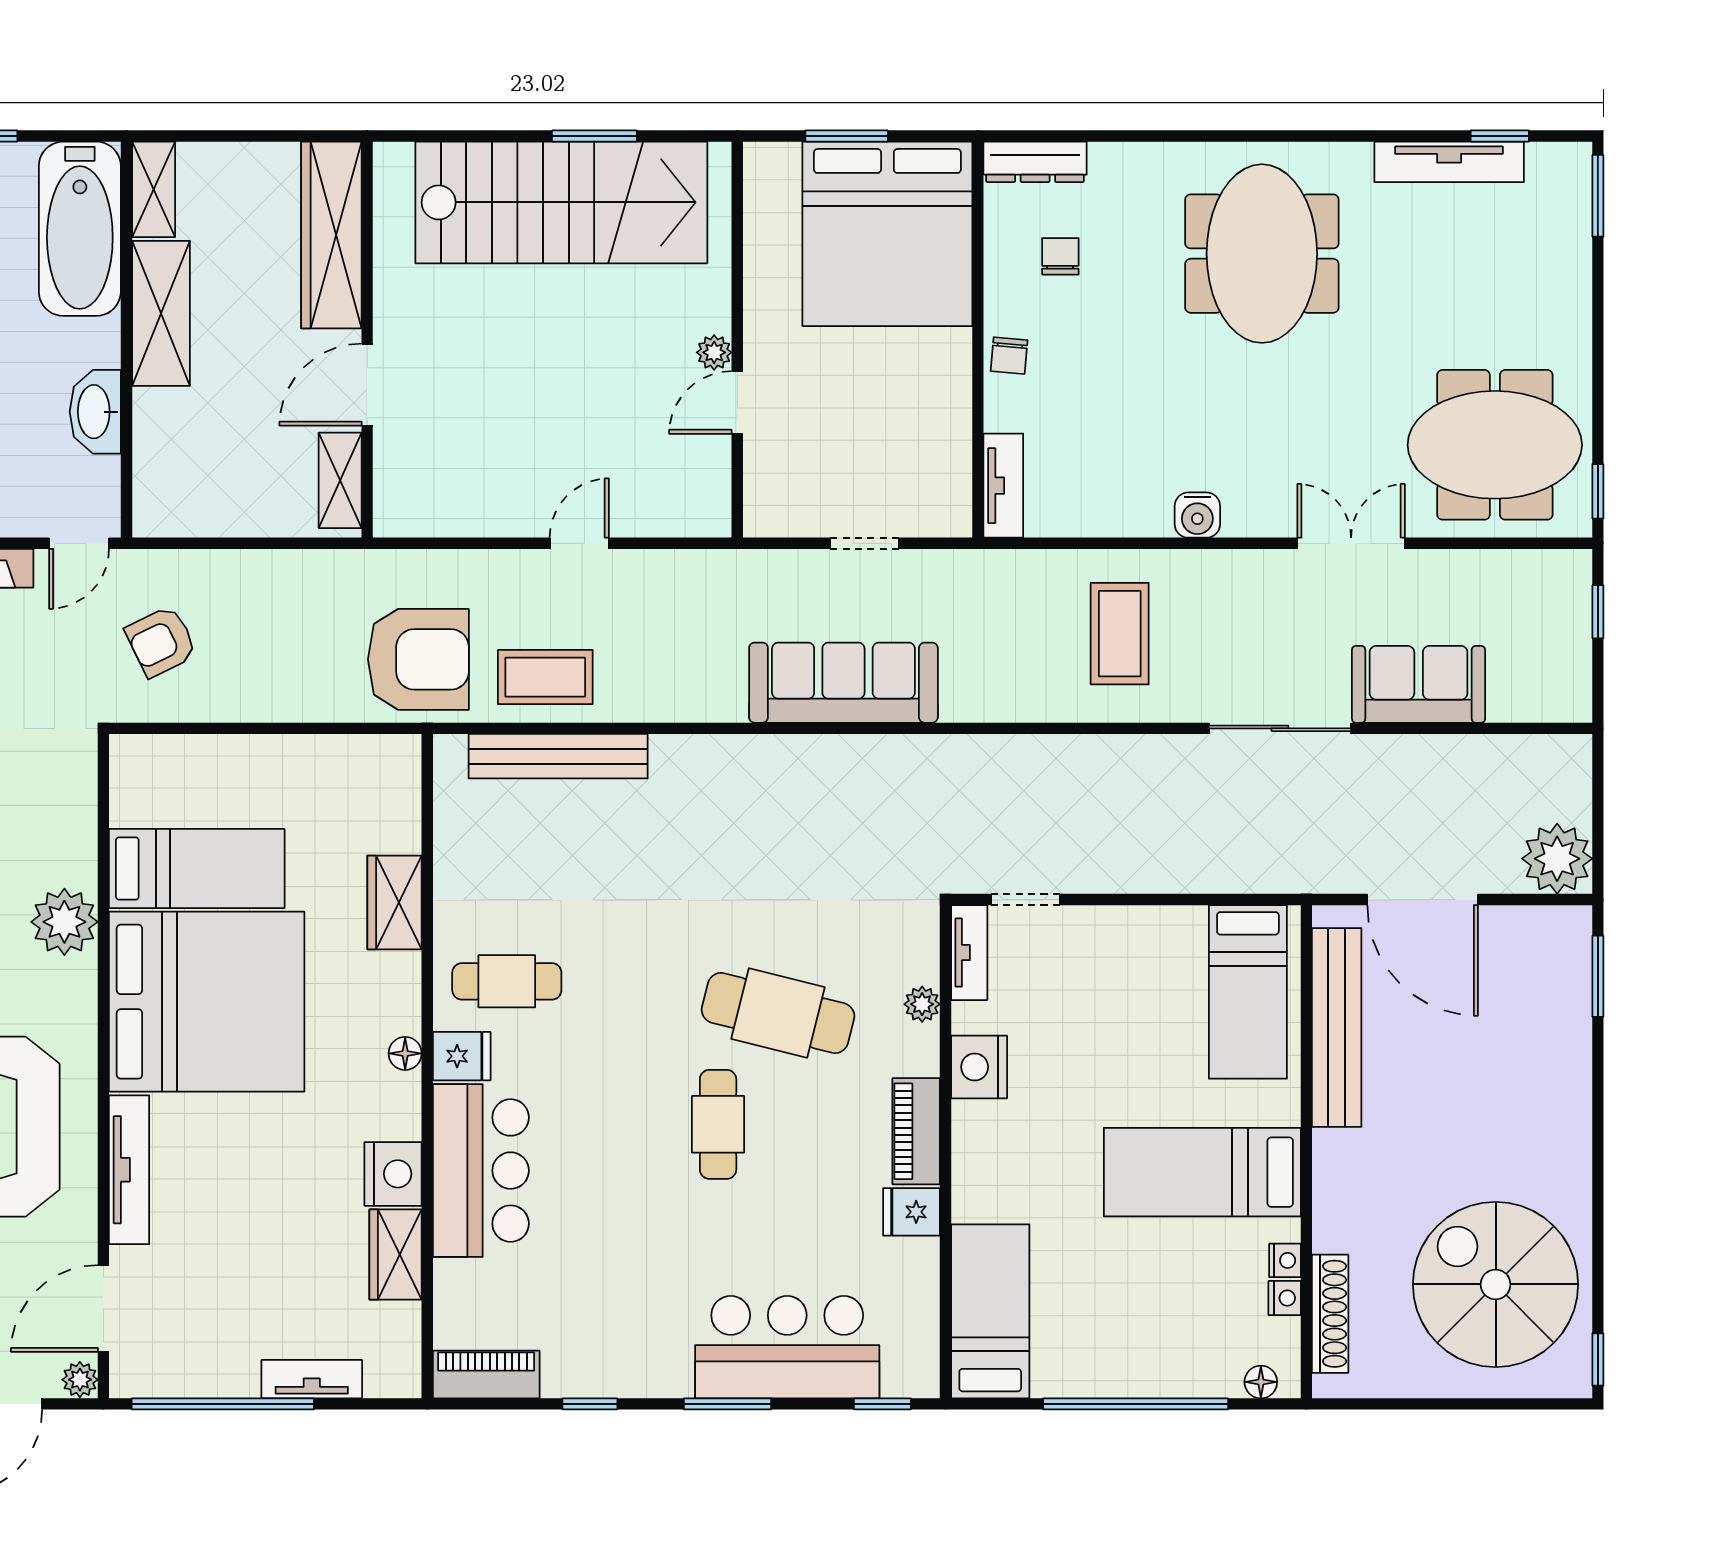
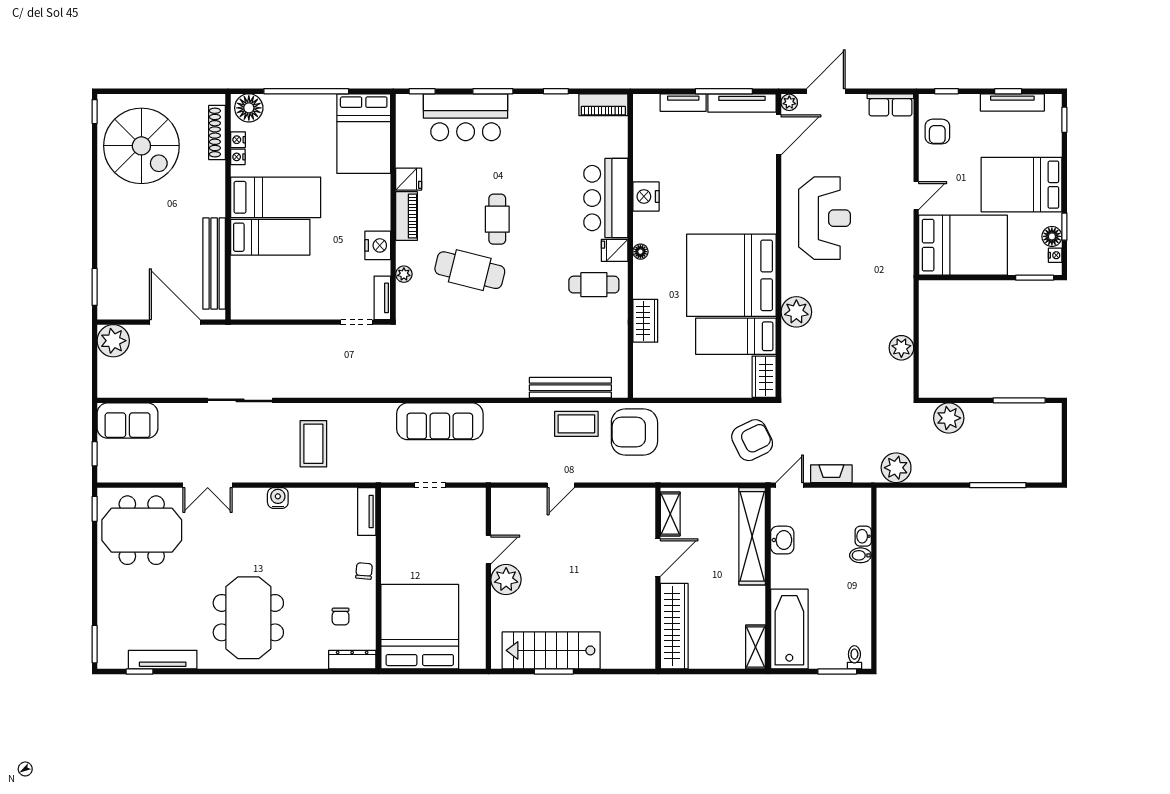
window: (847, 136) -> (438, 671), removed
stairs: (561, 202) -> (551, 650), width x0.73, depth x0.66
shelving: (161, 313) -> (752, 536), moved, width x1.47
plant: (714, 352) -> (506, 579), width x1.88, depth x1.88
washbasin: (95, 412) -> (782, 540), width x0.72
armchair: (161, 642) -> (752, 440), width x1.38, depth x1.38
sofa: (1419, 684) -> (128, 421), moved
bed: (1248, 992) -> (270, 237), moved, turned 90
tv unit: (129, 1170) -> (742, 103), moved, turned -90
wardrobe: (396, 1255) -> (764, 377), moved, turned 180
bed: (990, 1311) -> (364, 134), width x1.50
floor lamp: (1261, 1382) -> (249, 108), width x1.89, depth x1.89
window: (223, 1404) -> (724, 91), width x0.68

